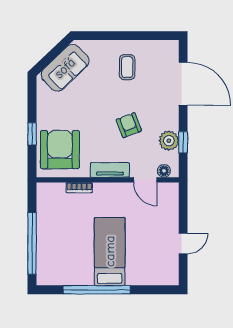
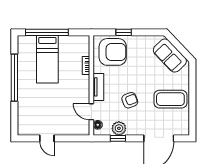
coffee table: (127, 67) -> (170, 99), width x1.86, depth x1.72
door: (145, 180) -> (91, 112), hinge flipped
bed: (110, 251) -> (47, 59), moved, turned 90

